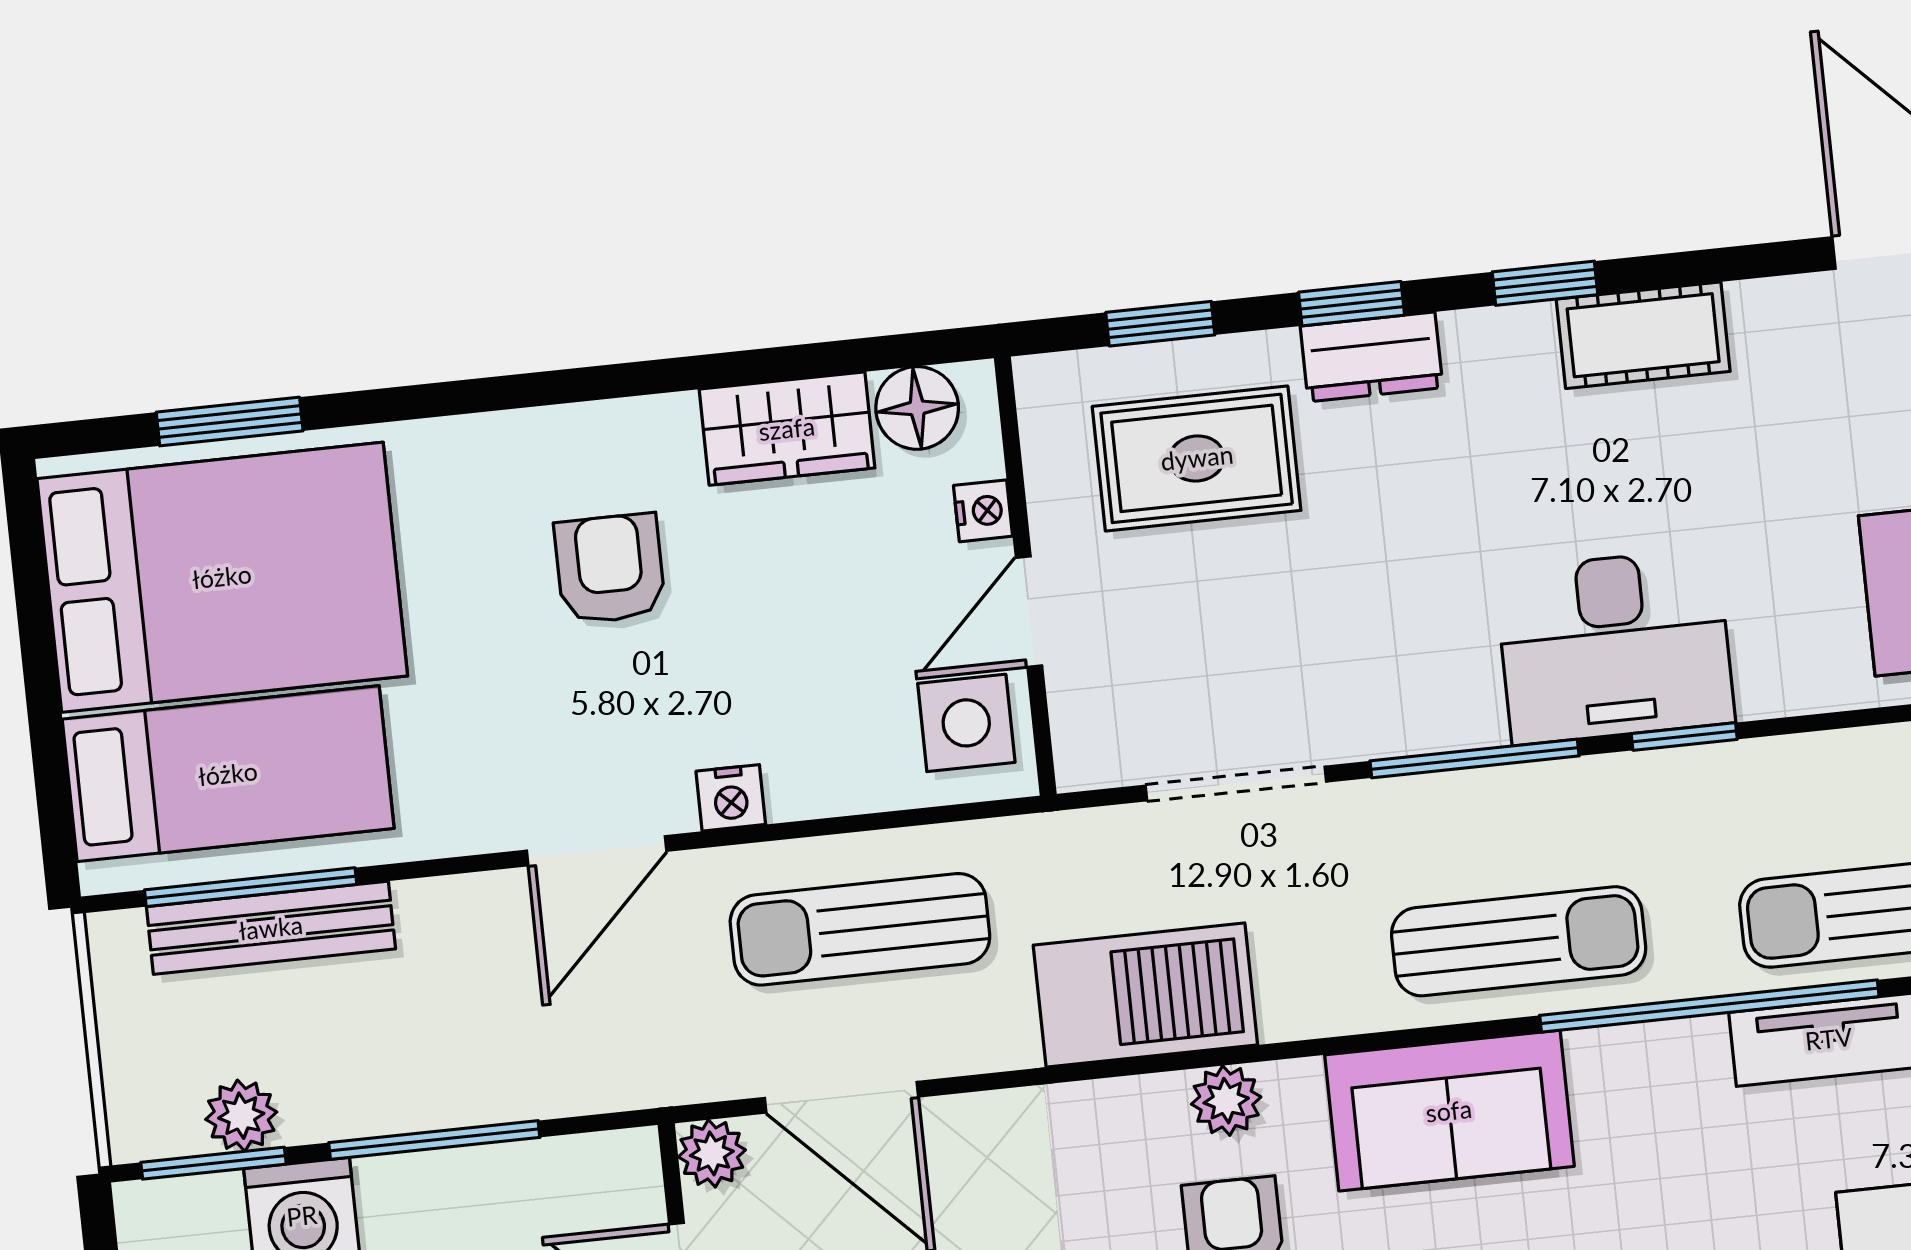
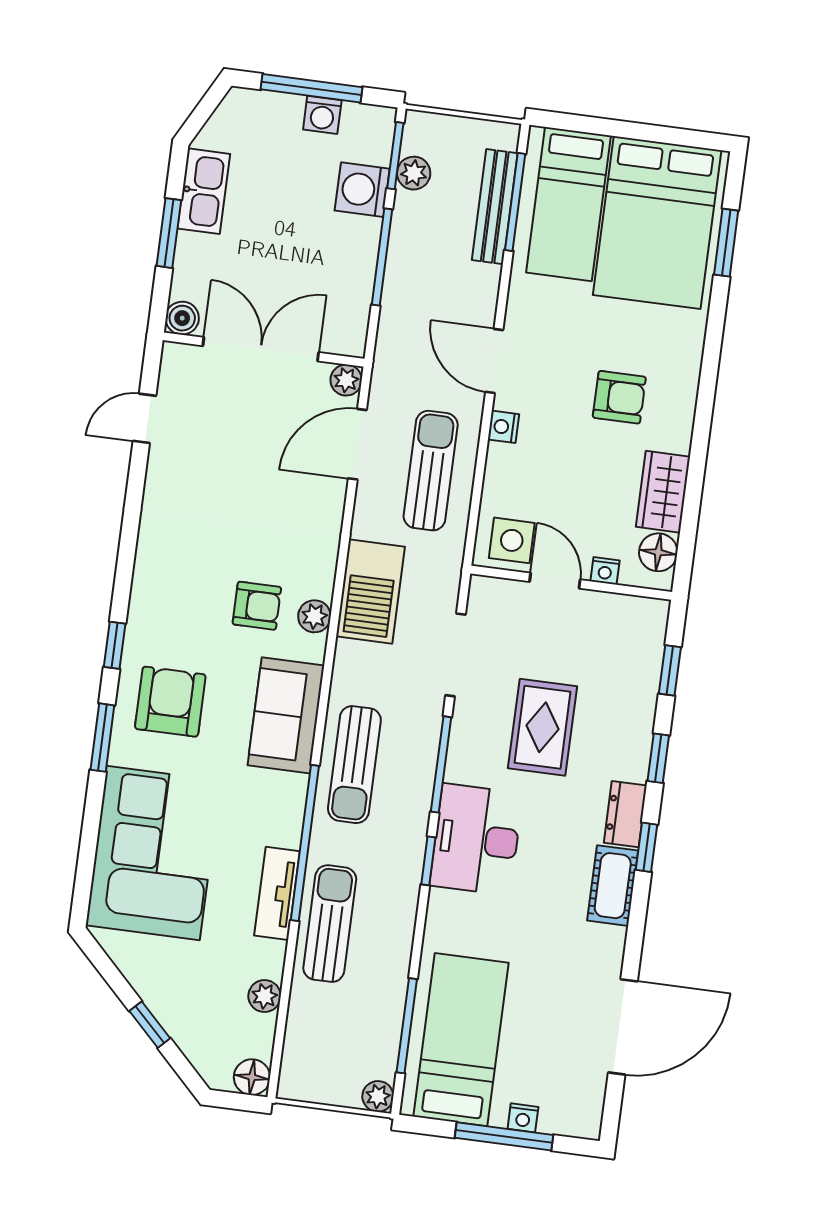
dresser: (1372, 357) -> (625, 814), moved
rug: (1197, 458) -> (543, 727), moved

